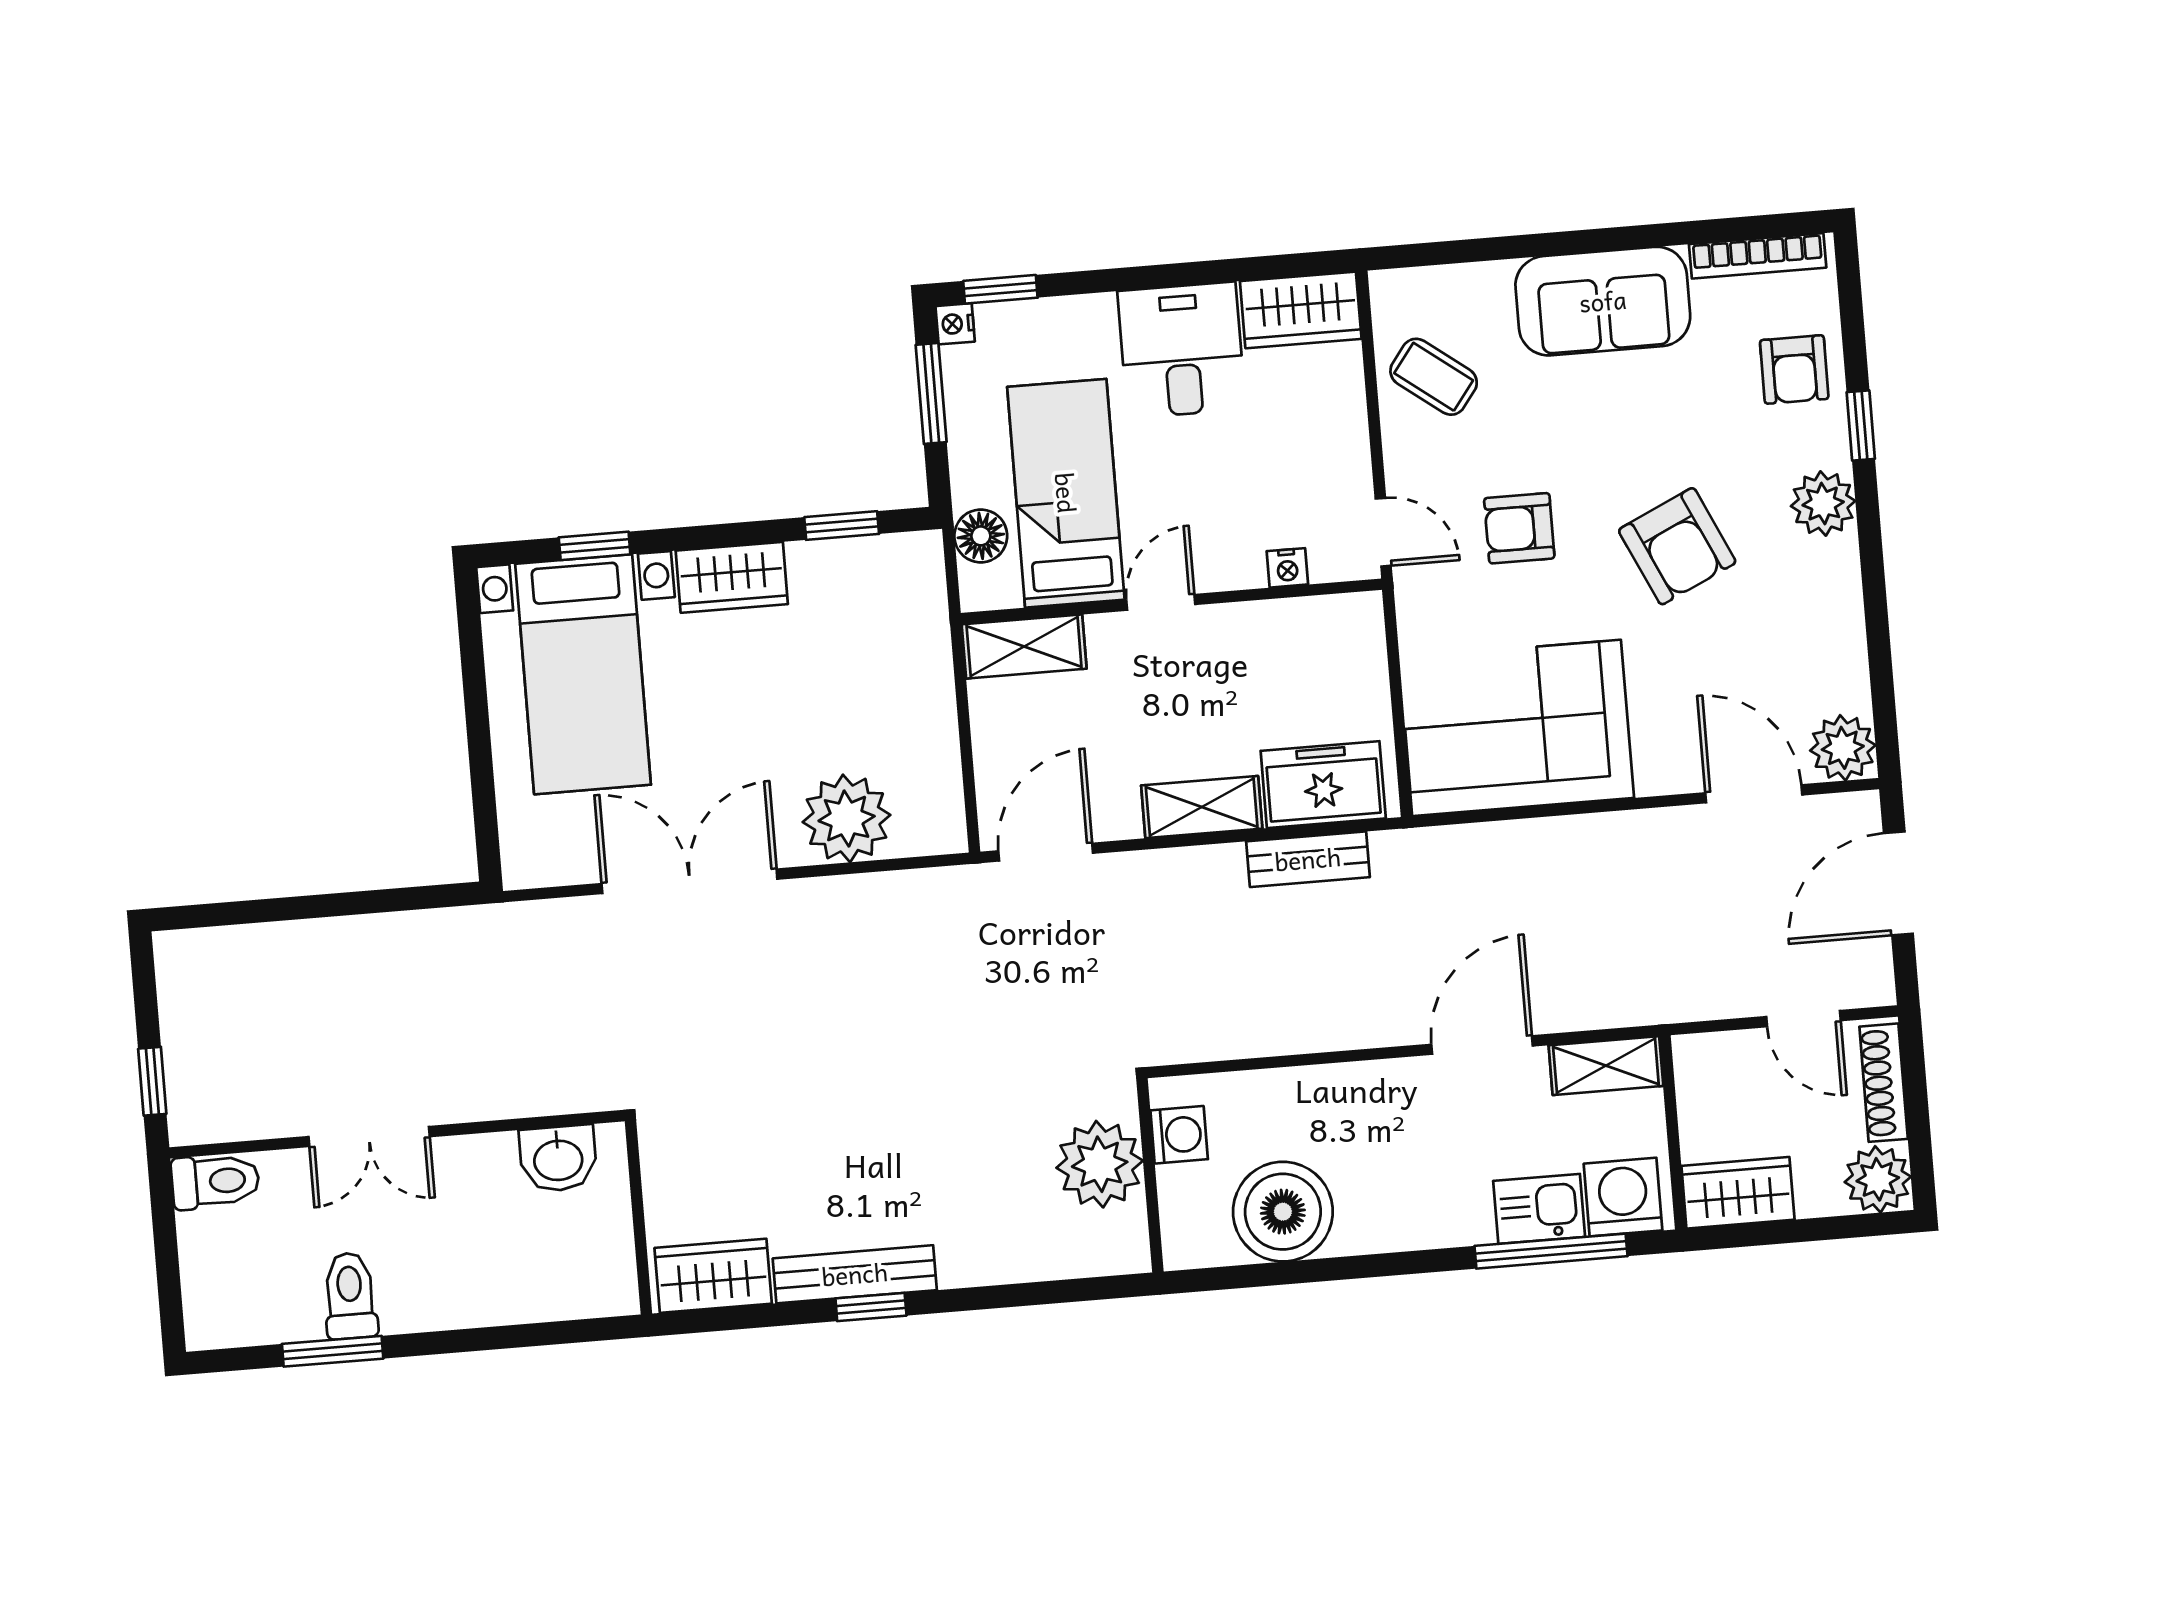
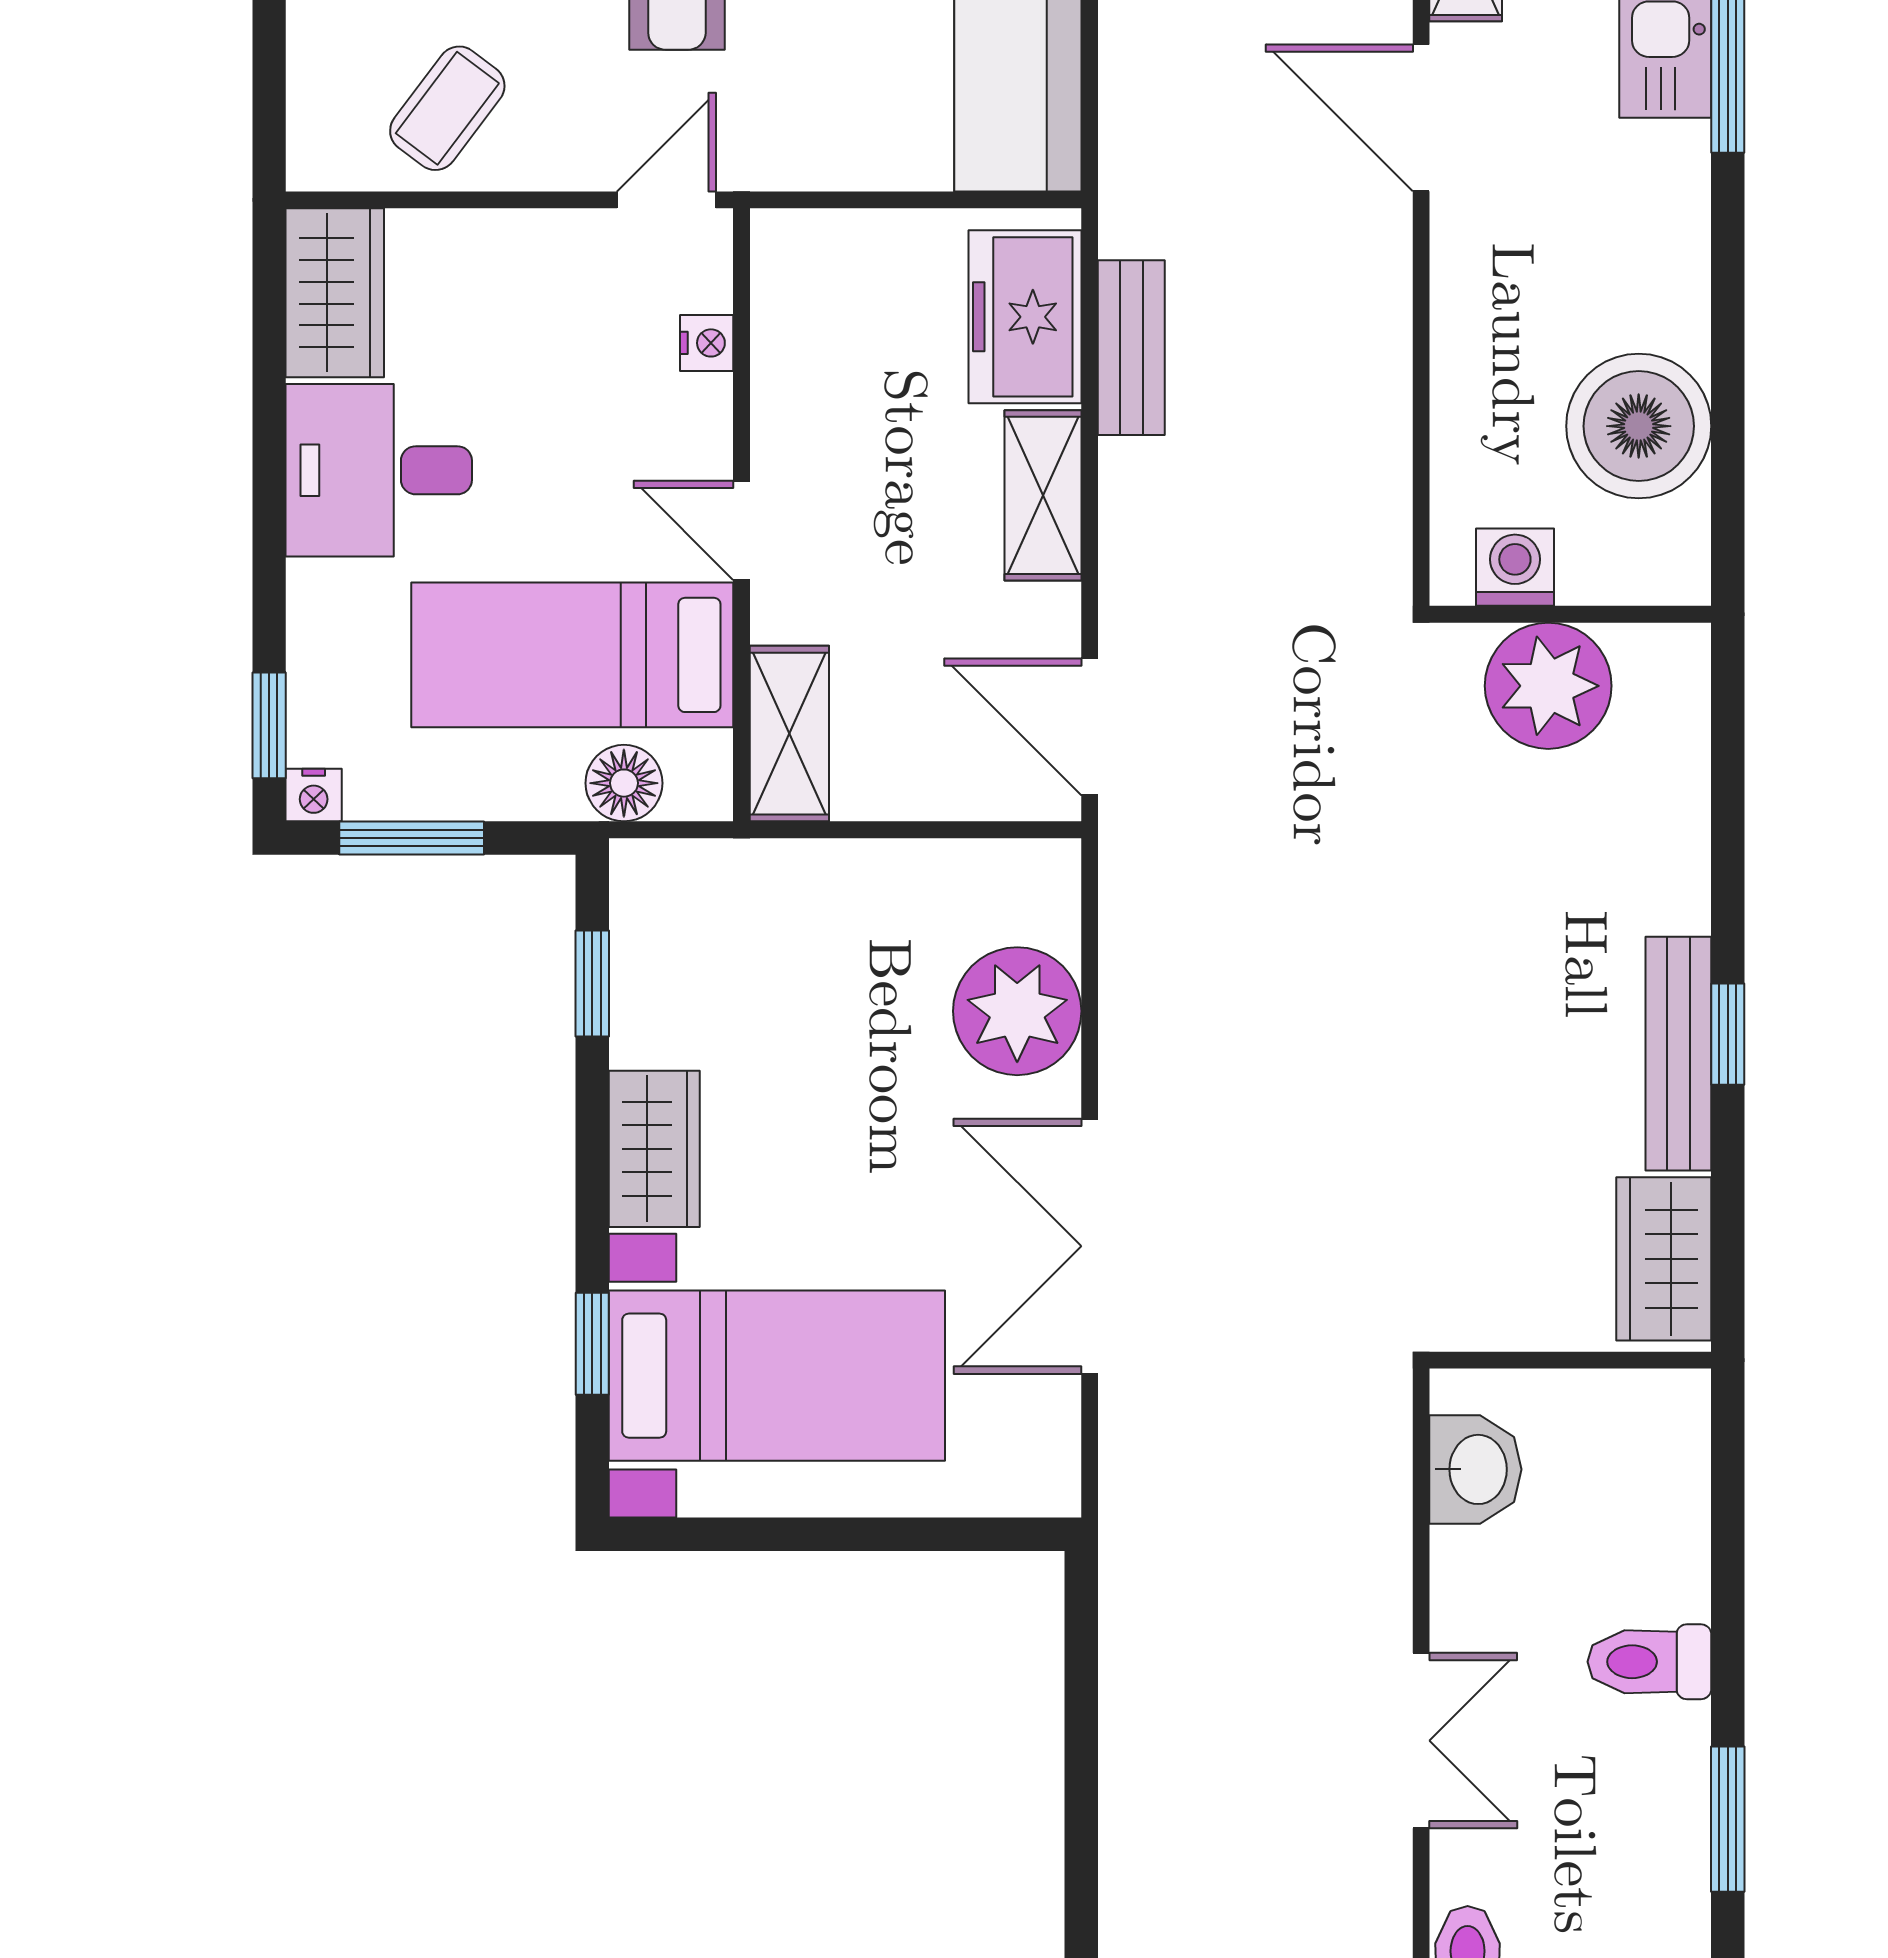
toilet: (350, 1296) -> (1649, 1662), moved

